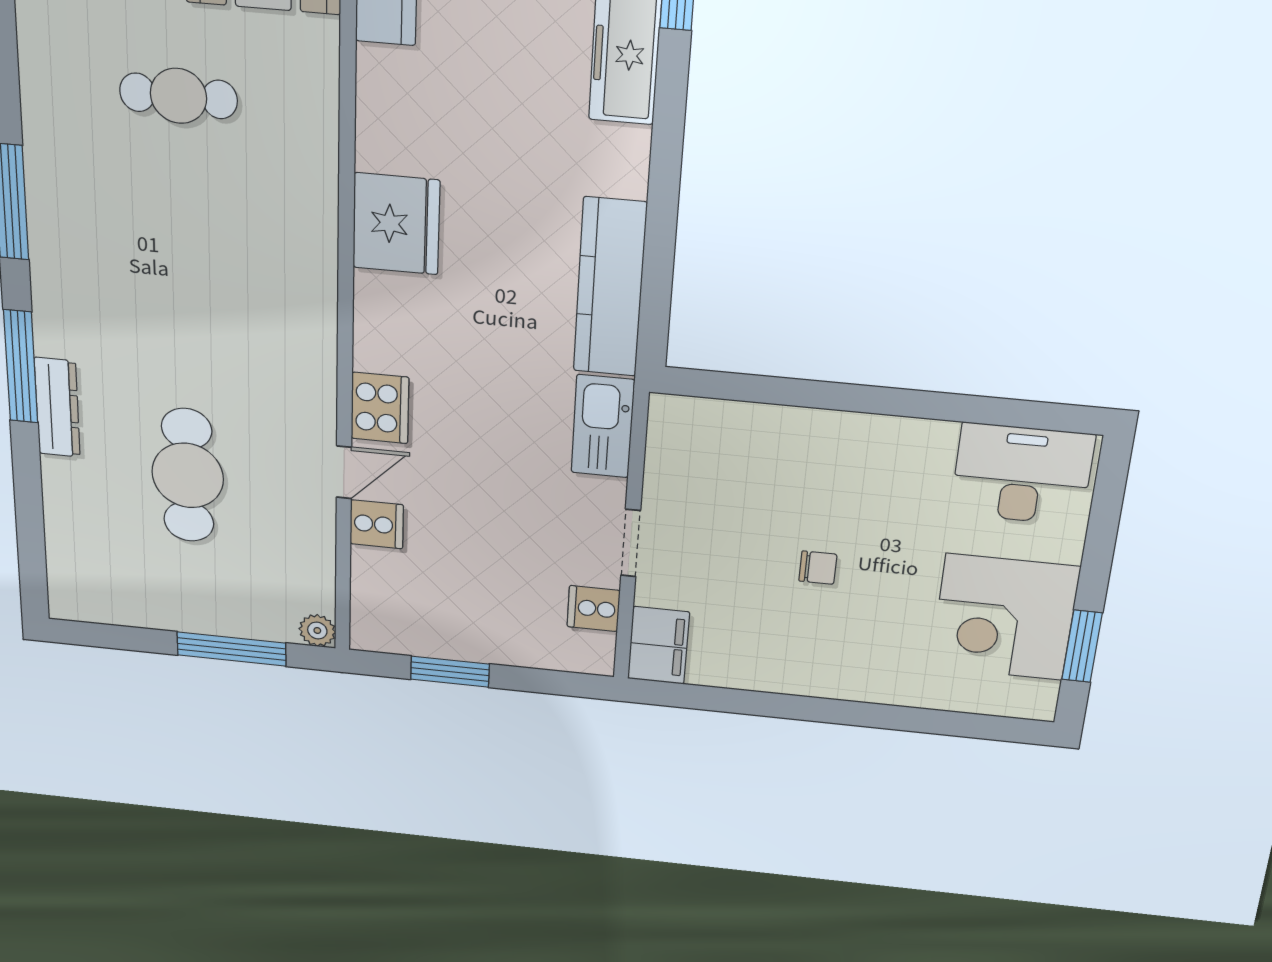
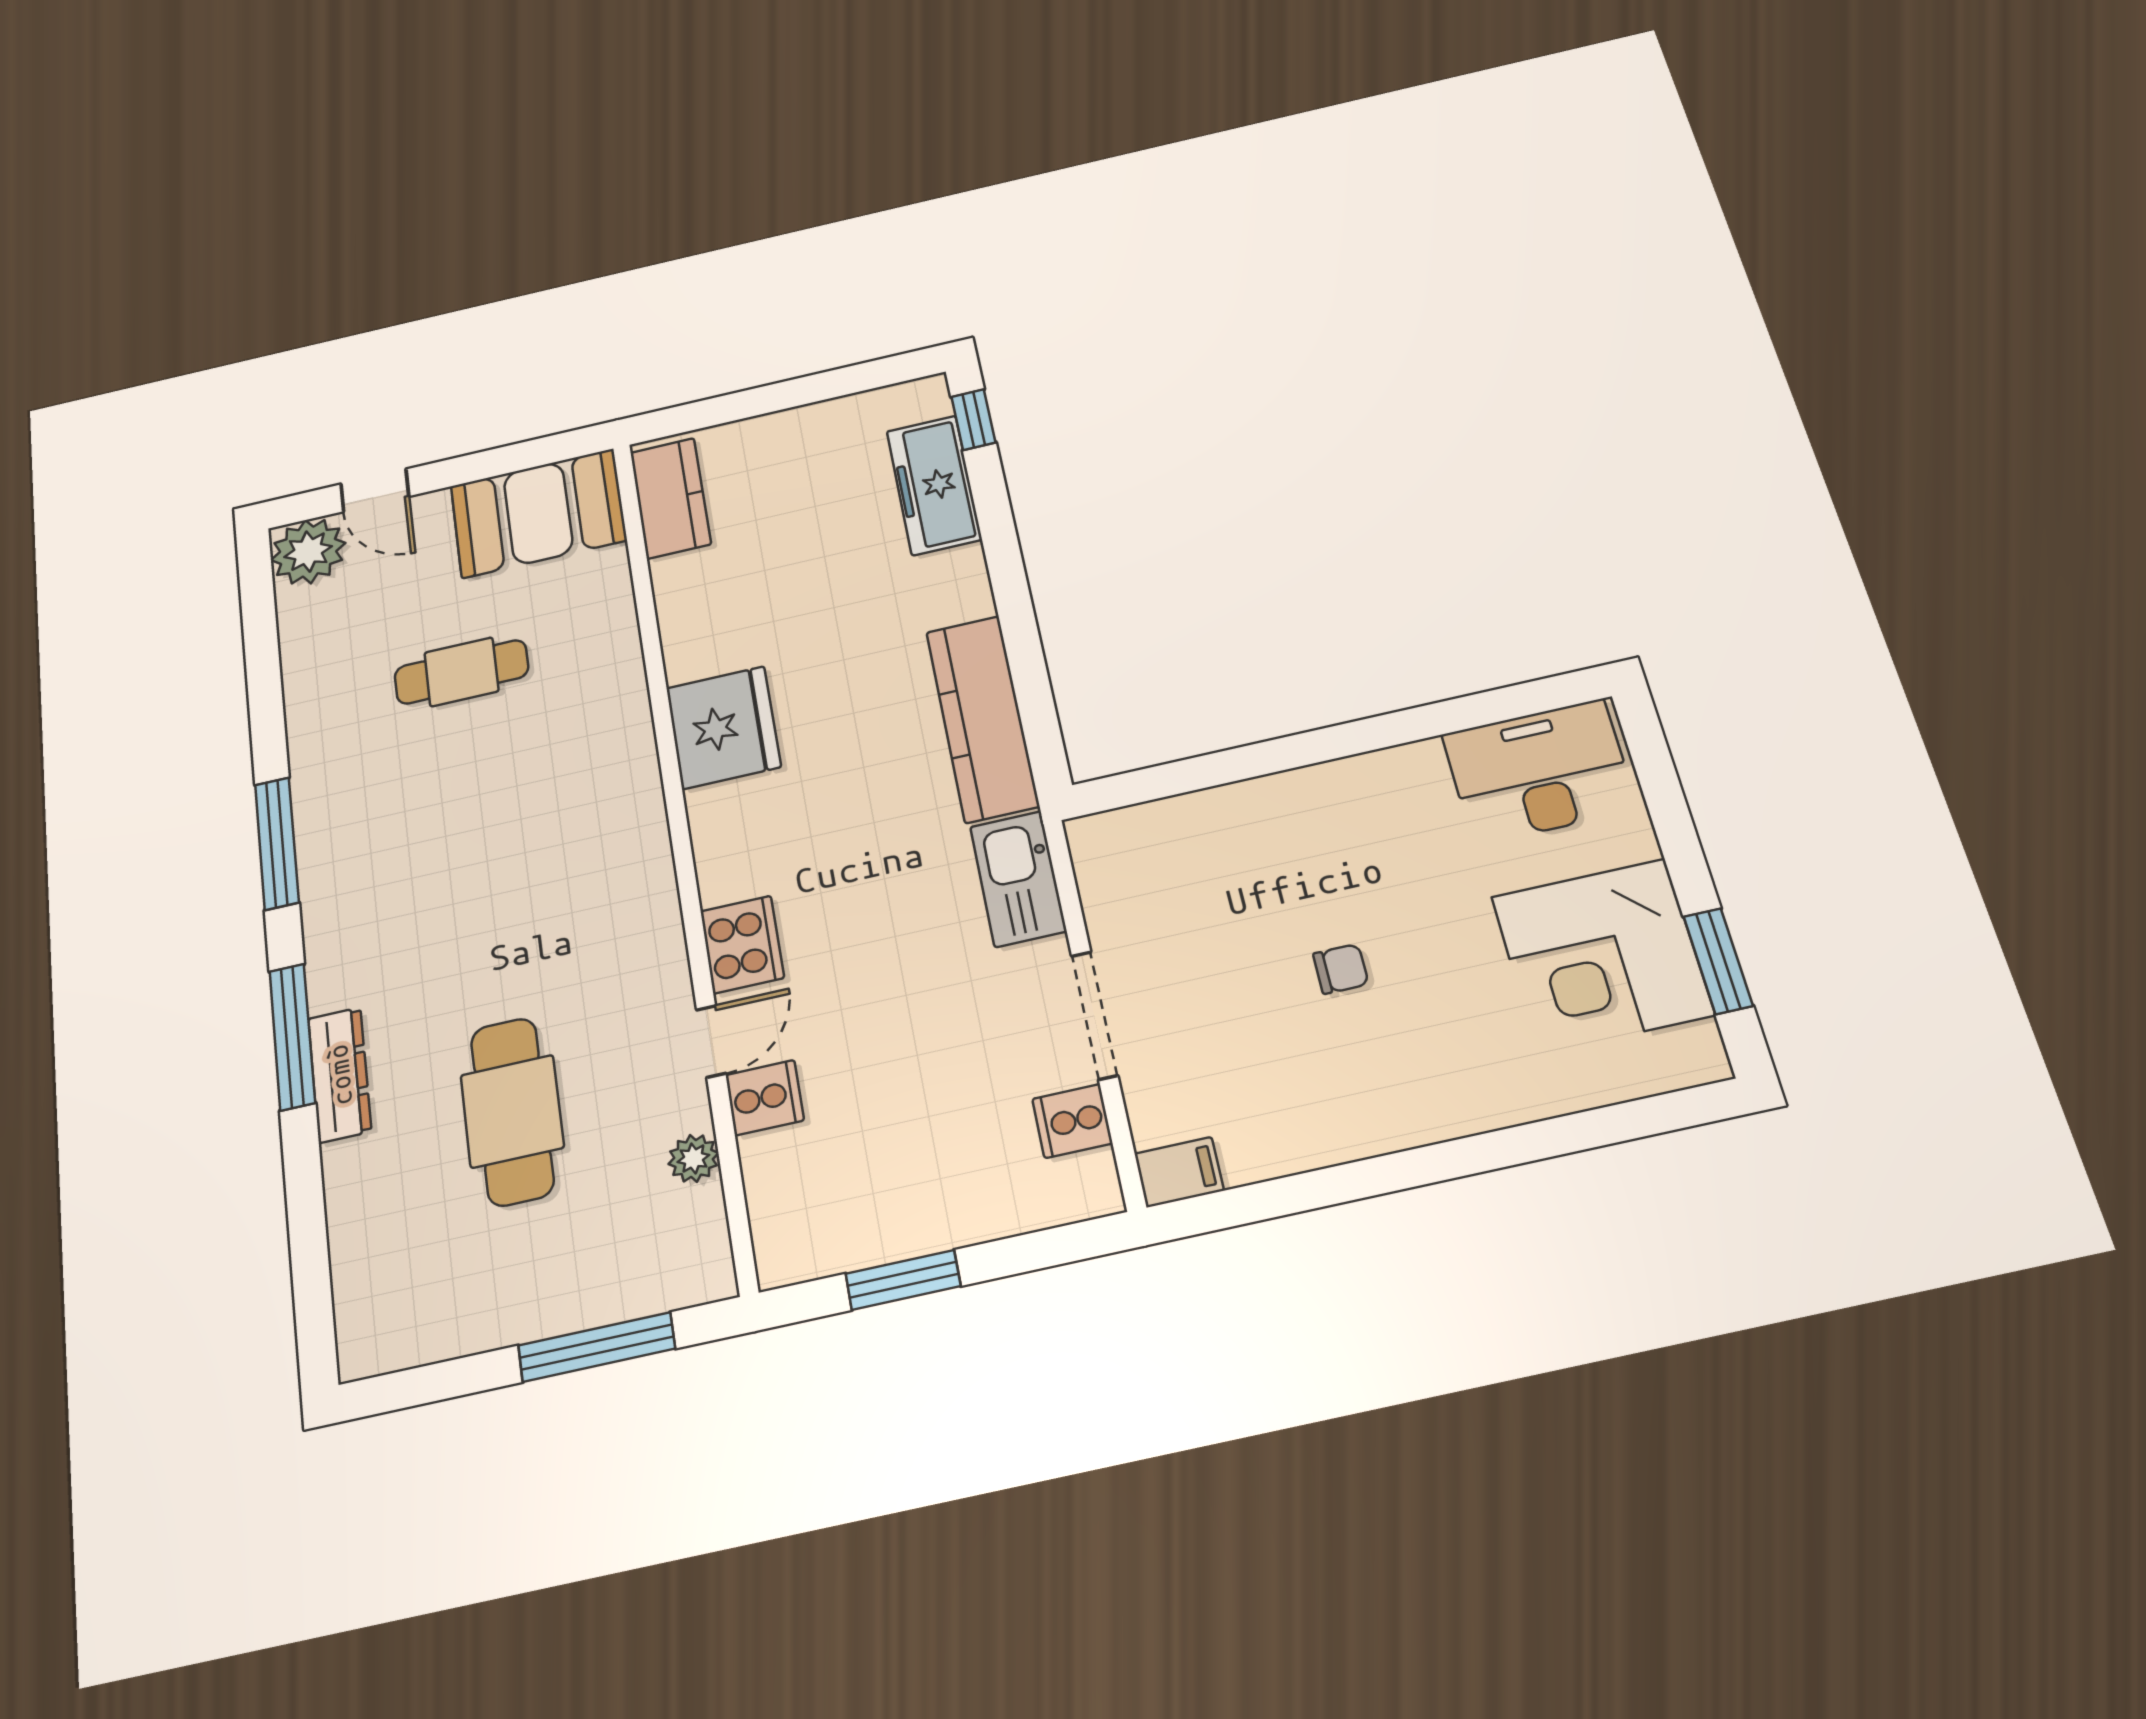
doorway: (631, 543) -> (1095, 1015), width x1.38
plant: (317, 631) -> (693, 1158), moved
filing cabinet: (659, 645) -> (1179, 1172), width x0.50

